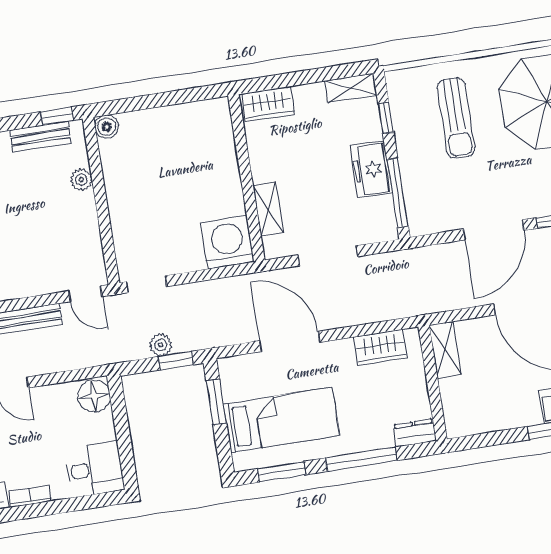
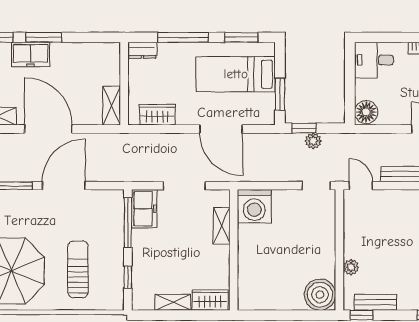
shelving: (351, 88) -> (173, 302), moved
boiler: (107, 127) -> (320, 295), width x1.86, depth x1.86
freezer: (371, 169) -> (144, 209), moved

